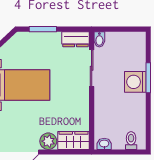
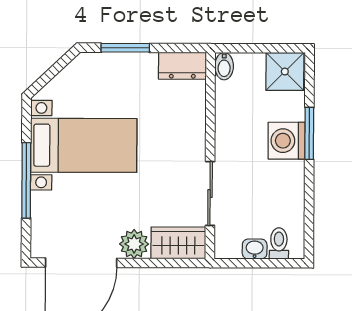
shower: (134, 42) -> (285, 72), added
sliding door: (92, 68) -> (210, 193), moved
washbasin: (104, 144) -> (255, 249), moved

